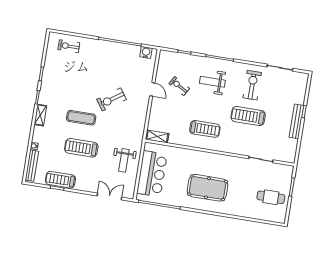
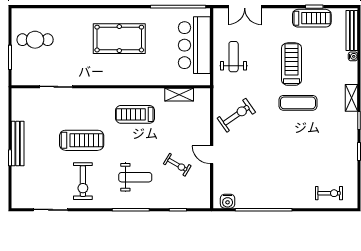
exercise bike: (111, 99) -> (236, 115), moved
shelving: (157, 137) -> (179, 95), moved
treadmill: (81, 148) -> (291, 64), turned -90

